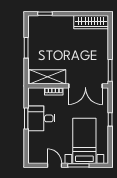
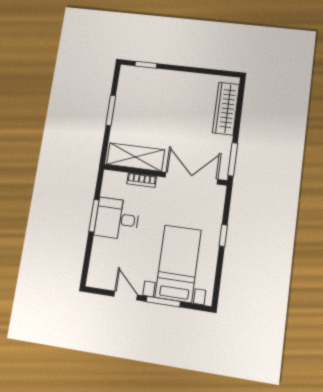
wardrobe: (91, 22) -> (226, 109), moved, turned 90
double door: (85, 86) -> (191, 178), swing flipped

